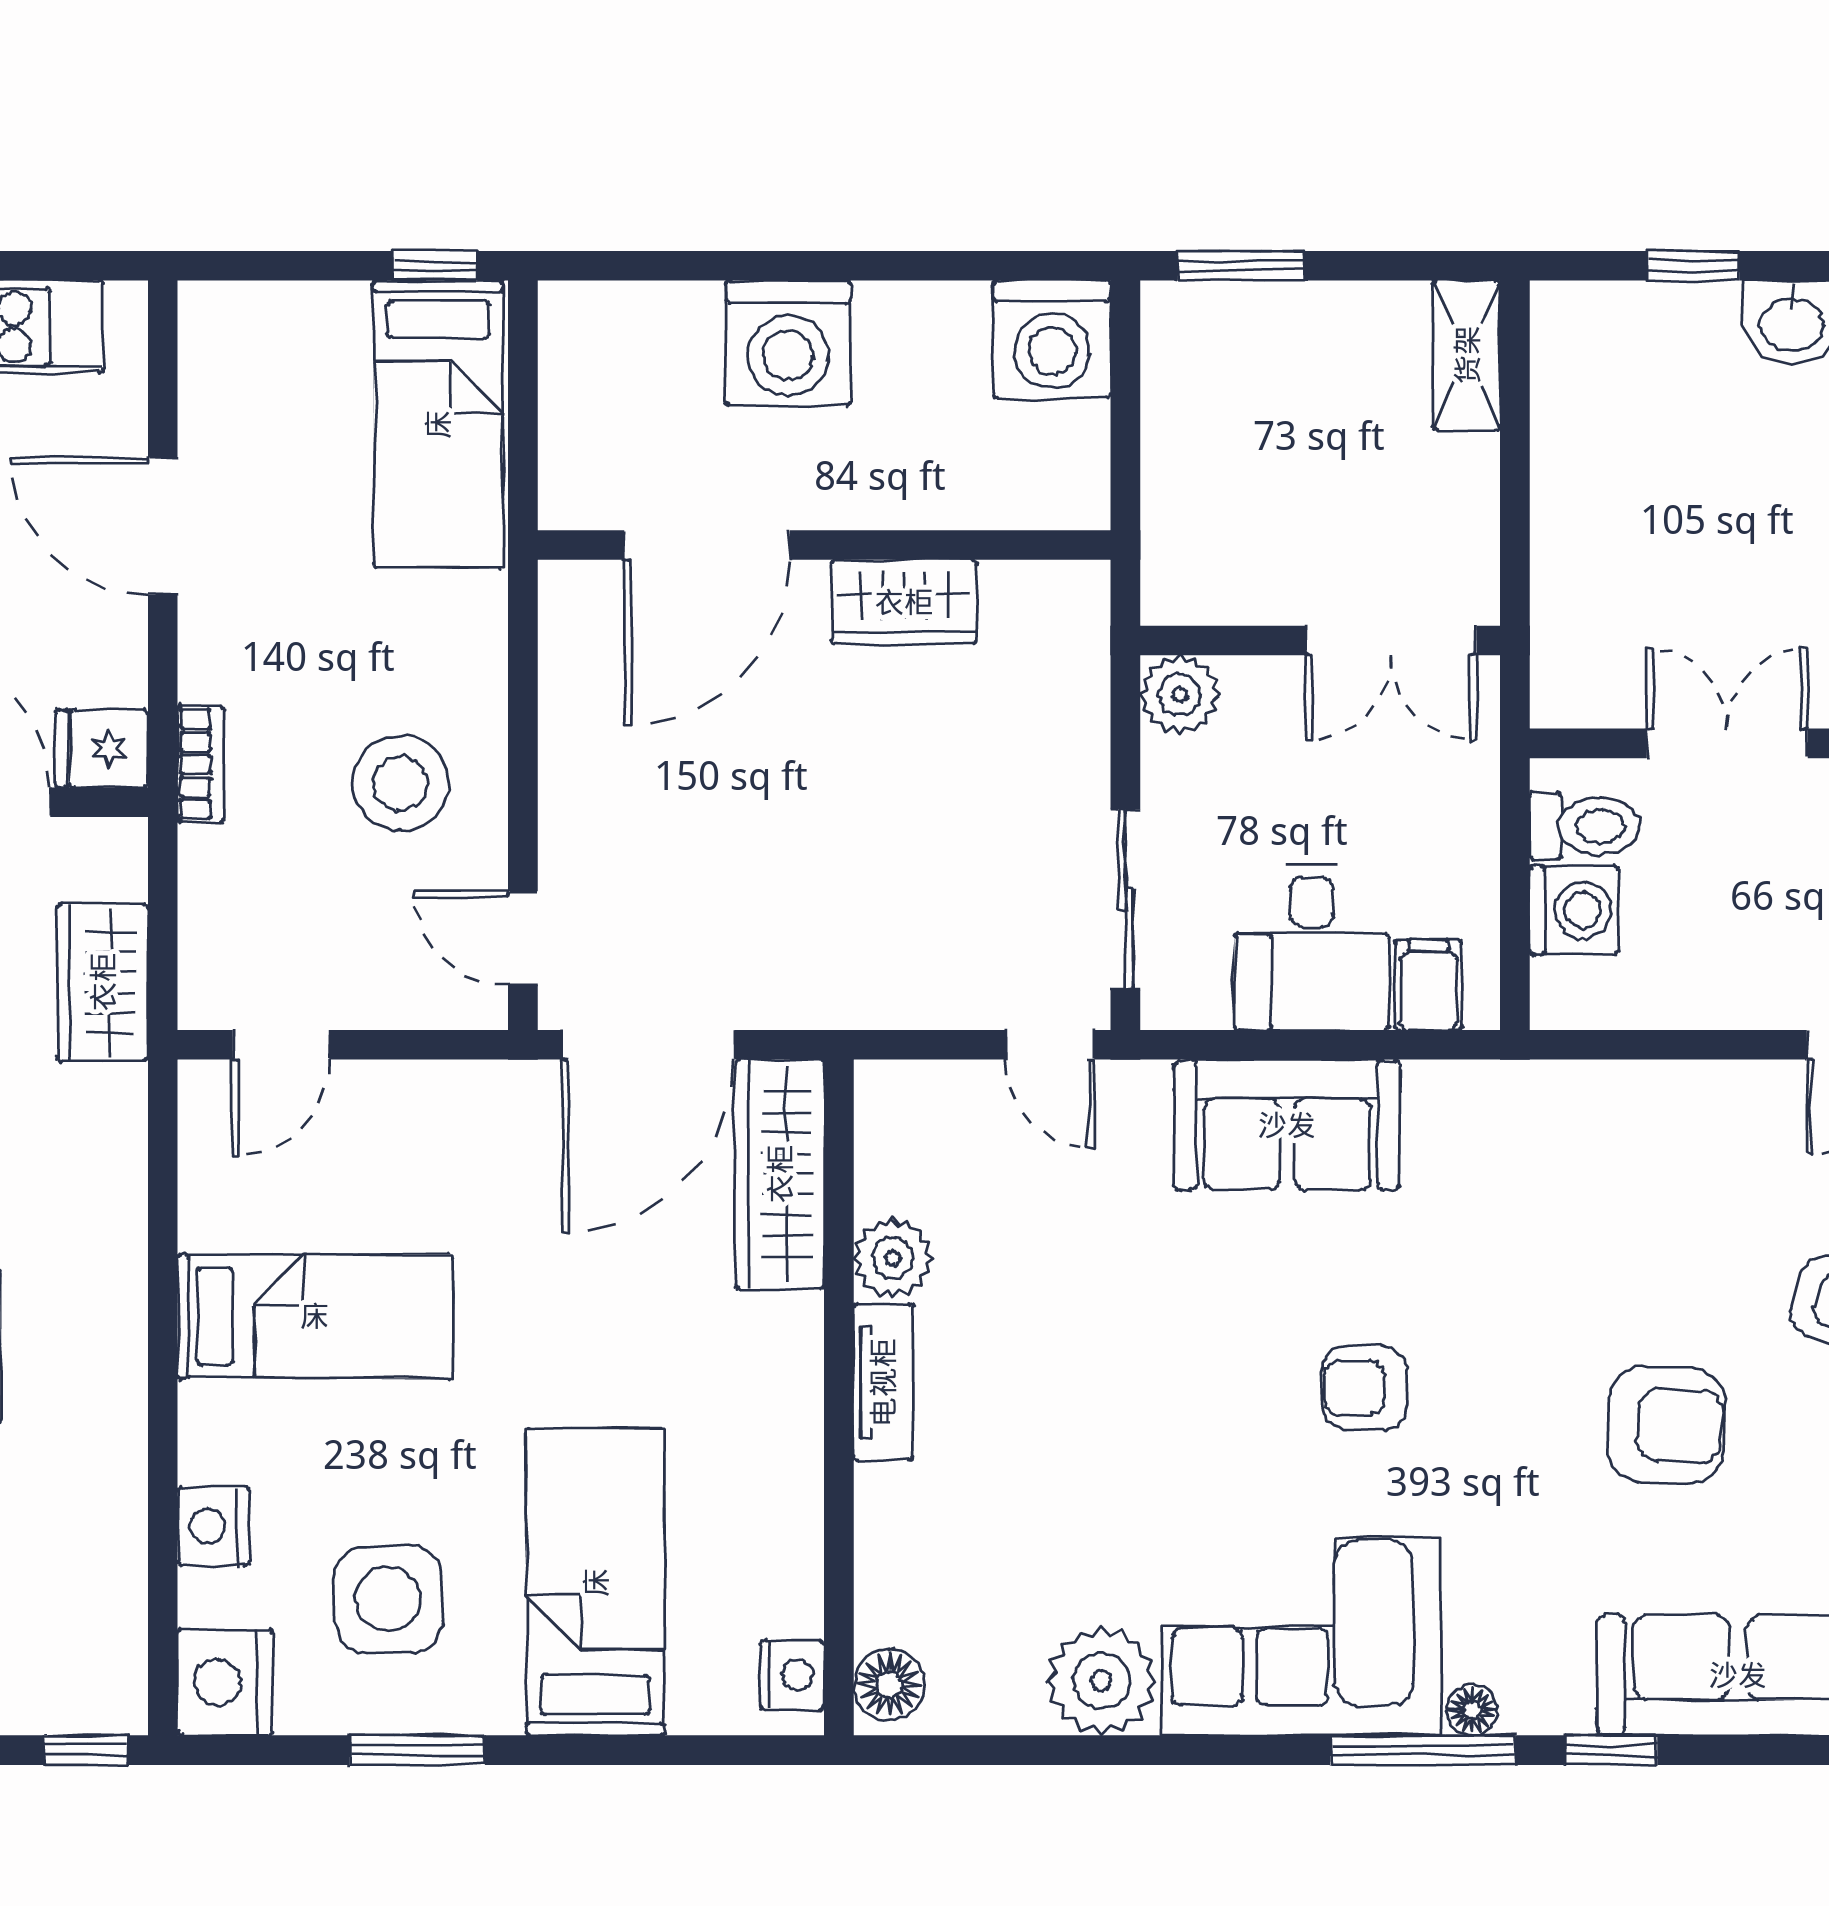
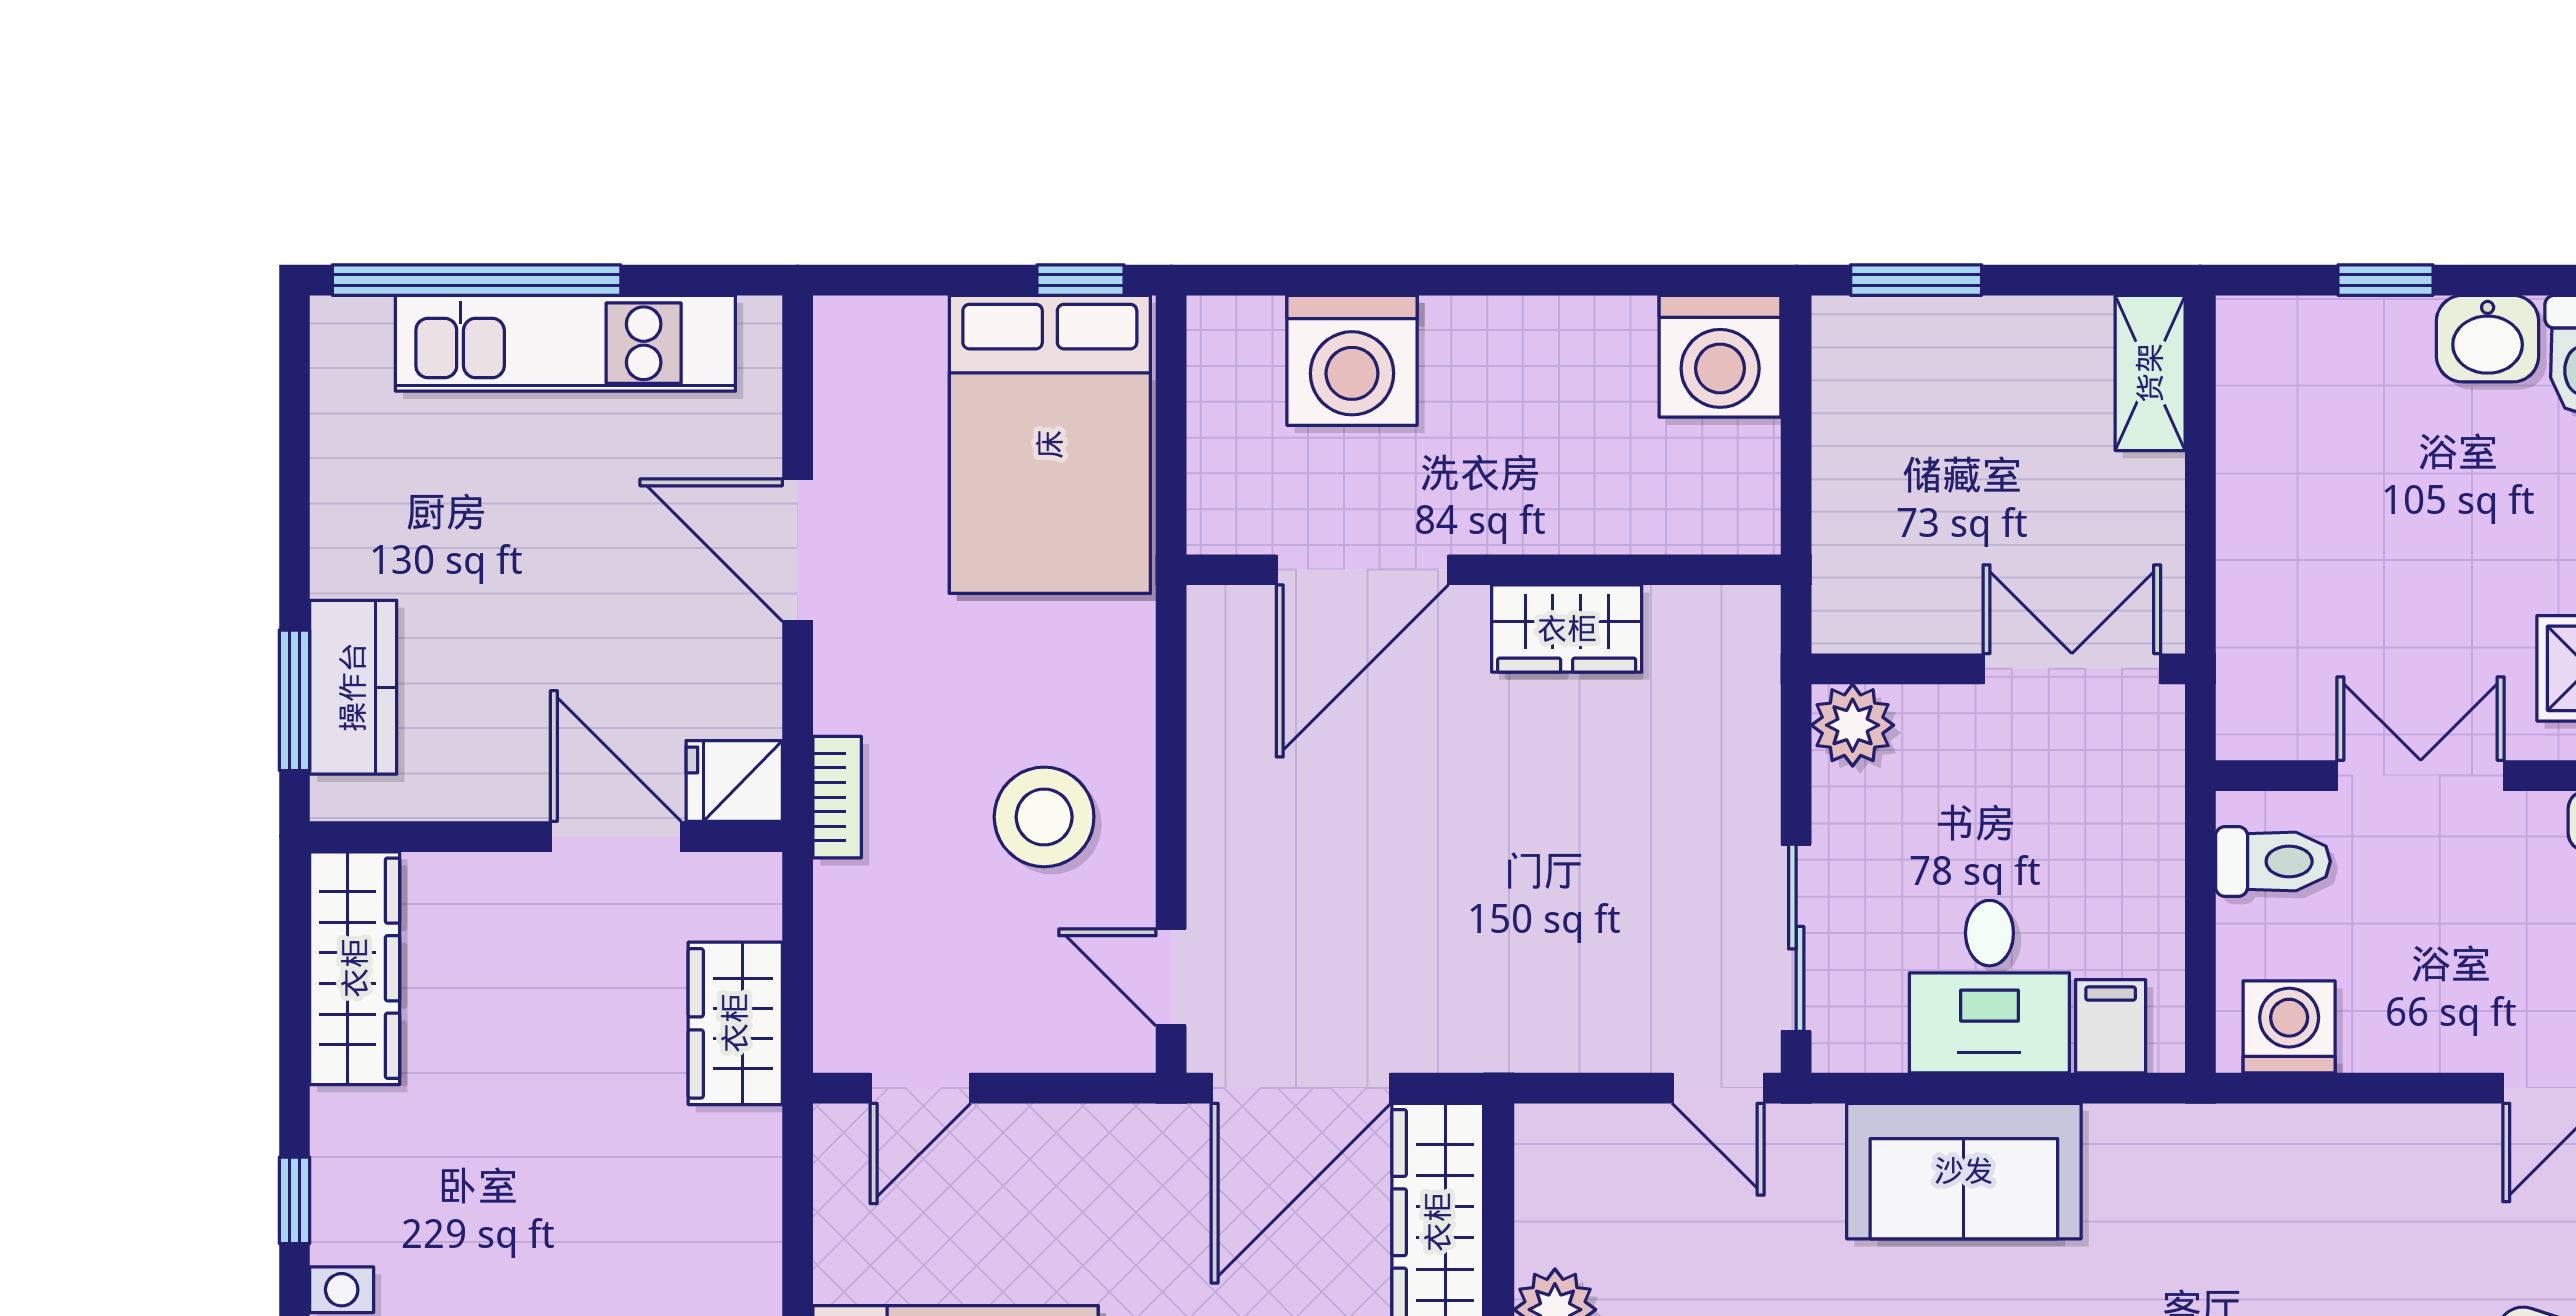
washing machine: (788, 343) -> (1352, 360), moved
bed: (438, 424) -> (1050, 444), width x1.50
double door: (1391, 641) -> (2072, 669), swing flipped
washing machine: (1574, 910) -> (2289, 1027), moved, turned -90

